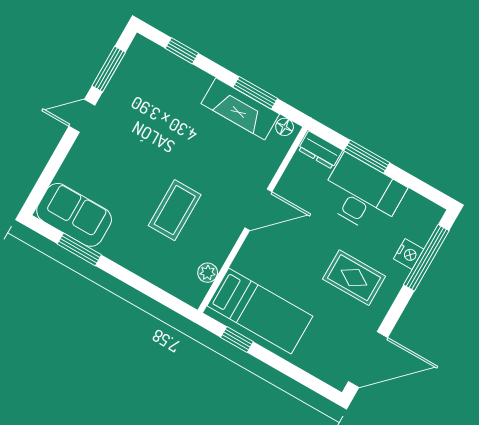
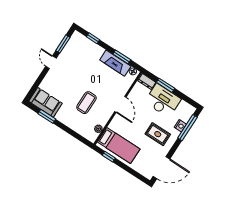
door: (82, 116) -> (51, 62), hinge flipped
door: (258, 210) -> (120, 104), hinge flipped

